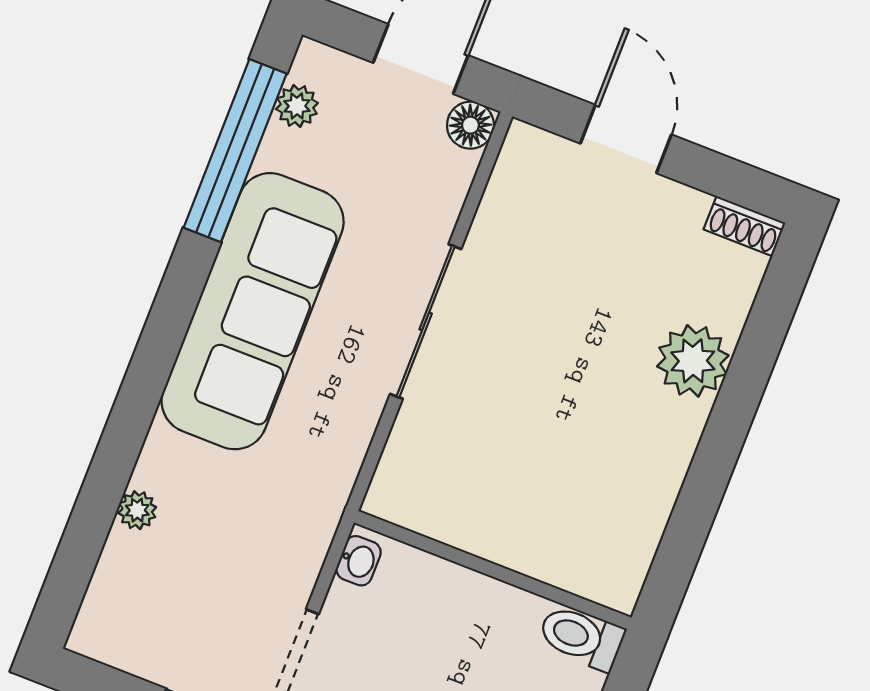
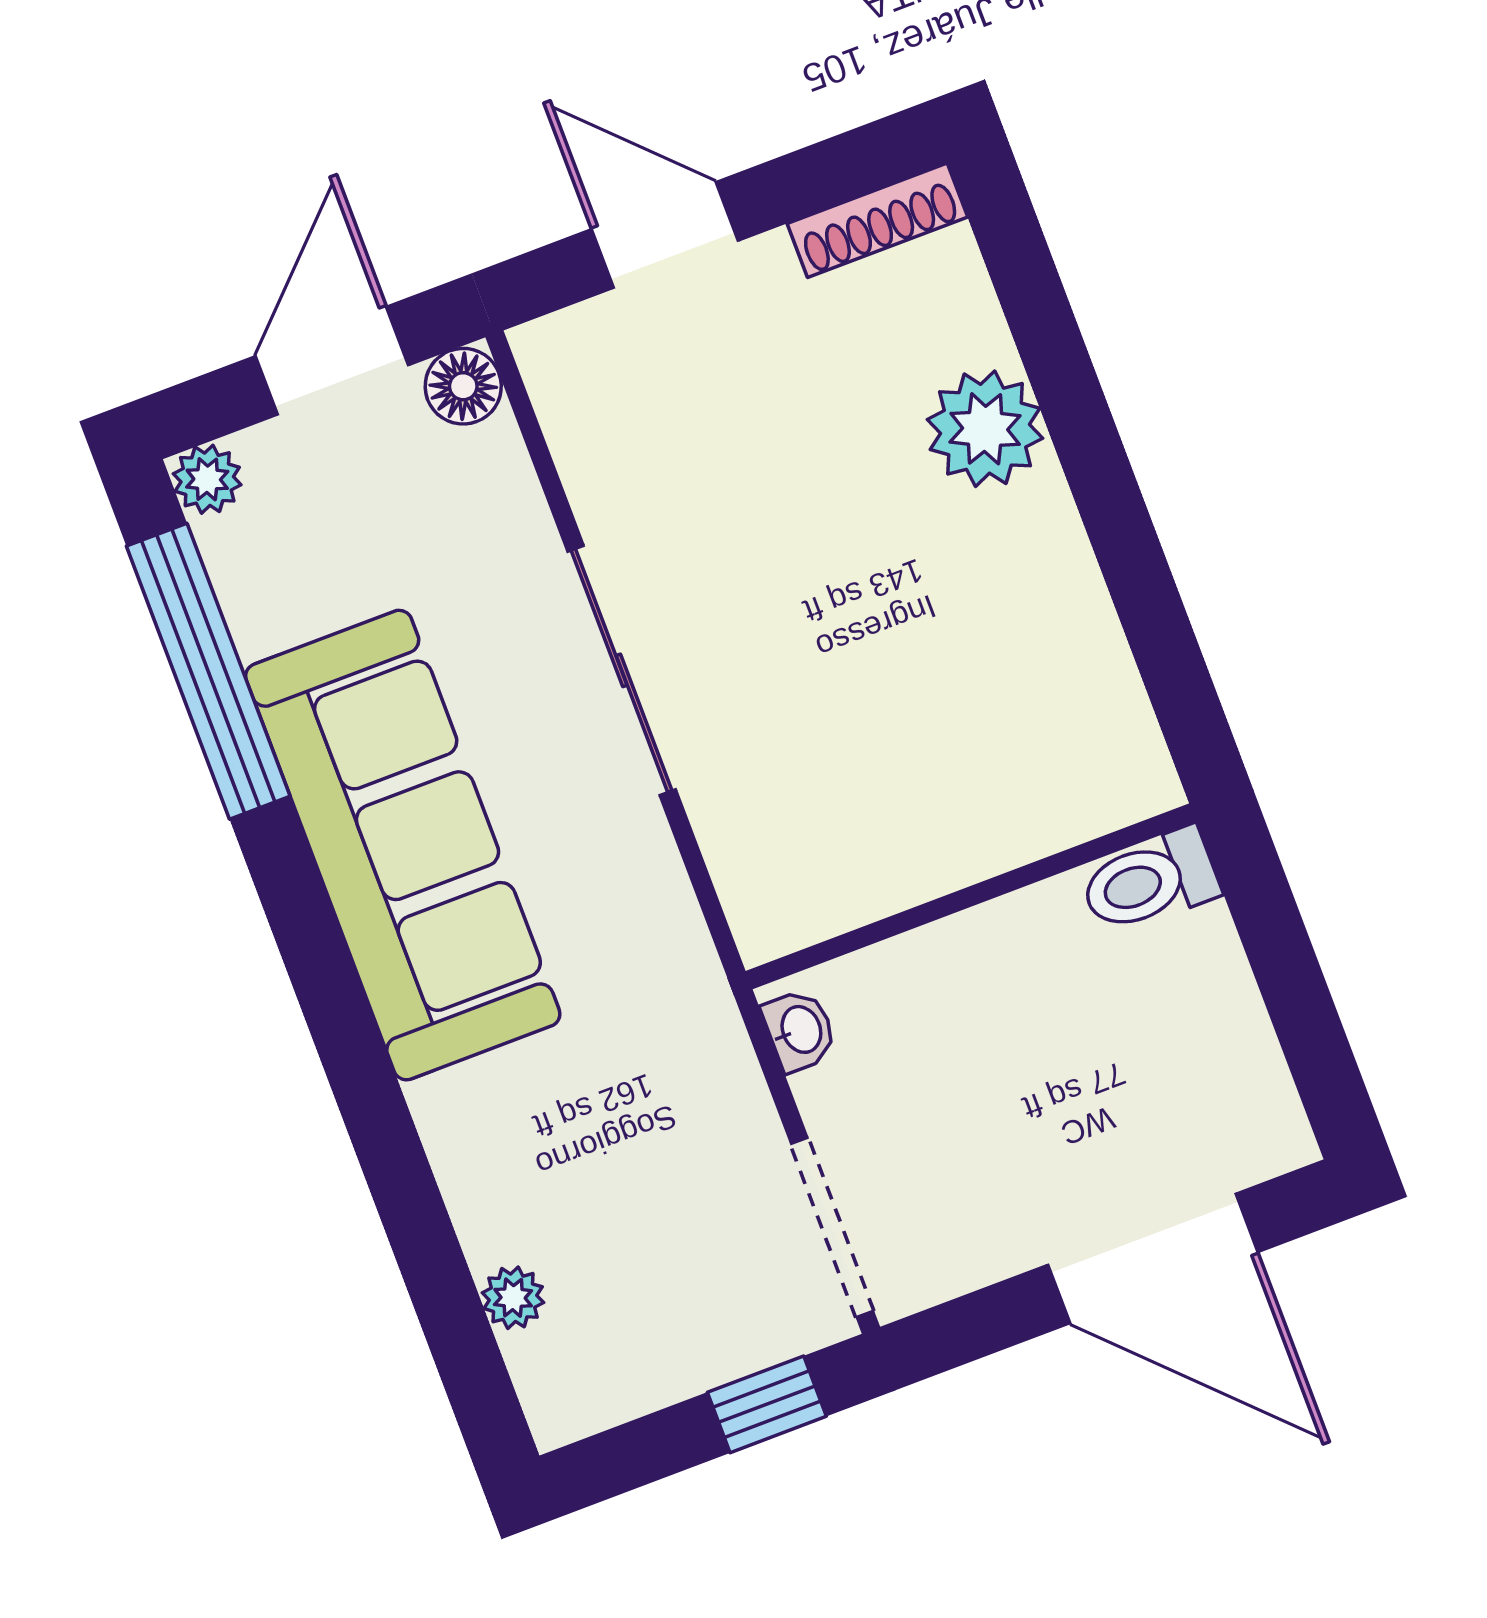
plant: (297, 106) -> (207, 479), moved
shoe rack: (745, 226) -> (877, 220), width x1.43
plant: (137, 510) -> (513, 1298), moved

